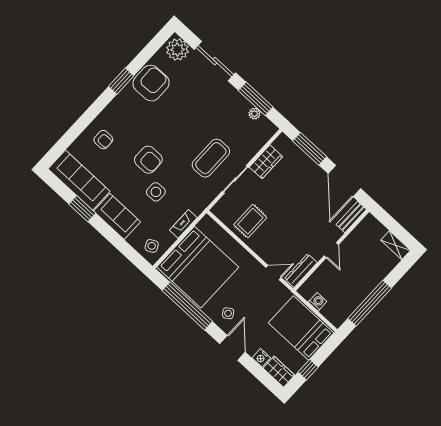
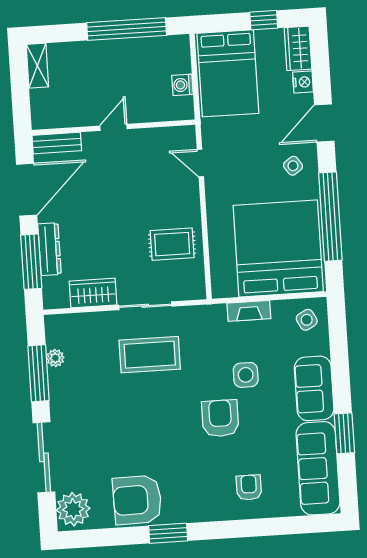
dresser: (301, 271) -> (50, 249), moved, turned -90

